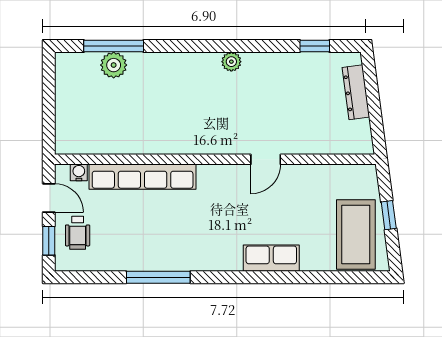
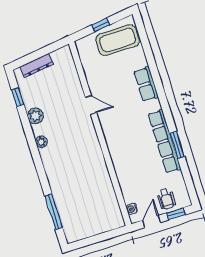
plant: (114, 65) -> (35, 116), moved
row of seats: (143, 177) -> (164, 141), moved, turned 180
wheelchair: (78, 233) -> (166, 199), turned 90
window: (158, 277) -> (177, 145), width x0.69

